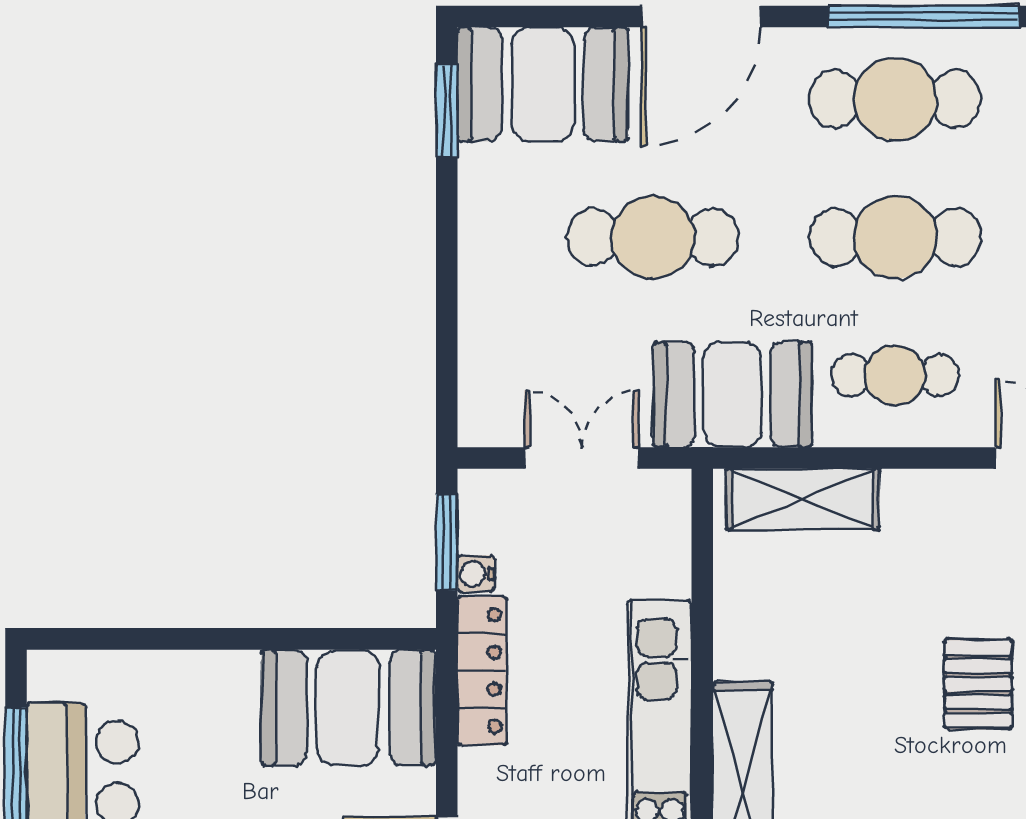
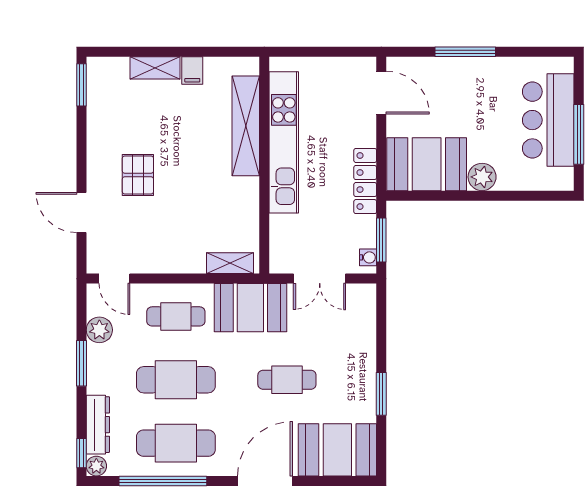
window: (447, 111) -> (381, 394), moved
cafe table: (653, 237) -> (287, 380), width x0.73, depth x0.74
shelving: (803, 499) -> (230, 263), width x0.67, depth x0.75
water cooler: (476, 574) -> (368, 257), moved
plant: (227, 680) -> (482, 177), added

